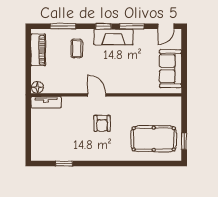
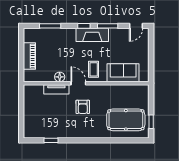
coffee table: (77, 49) -> (94, 69), moved
piano: (38, 50) -> (29, 56), moved
sofa: (170, 69) -> (123, 73), moved, turned 90
floor lamp: (37, 87) -> (60, 77), moved
tv unit: (46, 102) -> (56, 89), moved

